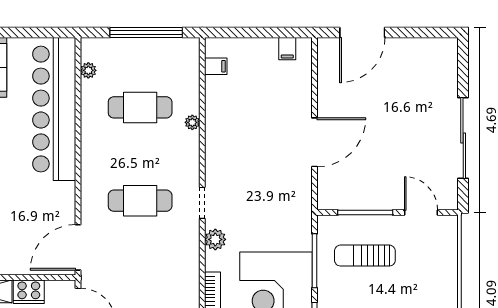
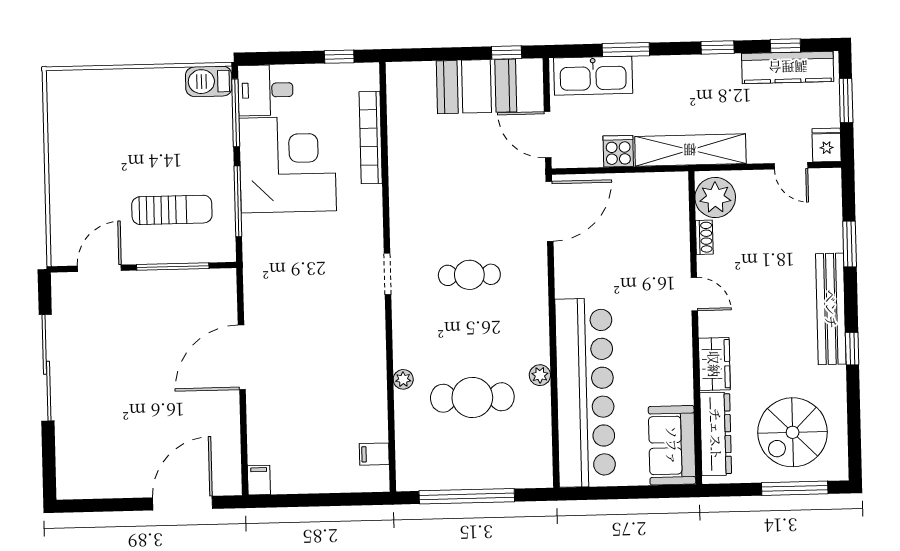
filing cabinet: (287, 49) -> (259, 480), moved
plant: (88, 70) -> (540, 375), moved
cafe table: (140, 201) -> (469, 275), width x0.73, depth x0.74
door: (421, 212) -> (99, 268), swing flipped
plant: (215, 239) -> (369, 226), removed
cooker: (29, 292) -> (618, 151), width x0.73

